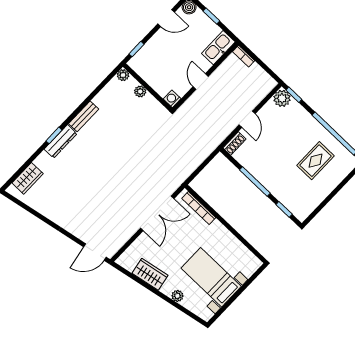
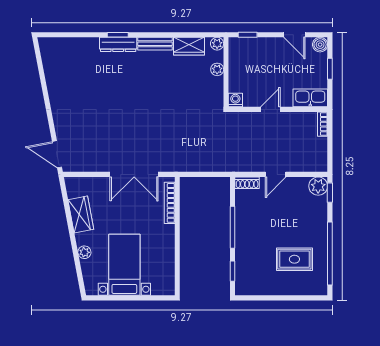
wardrobe: (28, 178) -> (189, 46), moved

